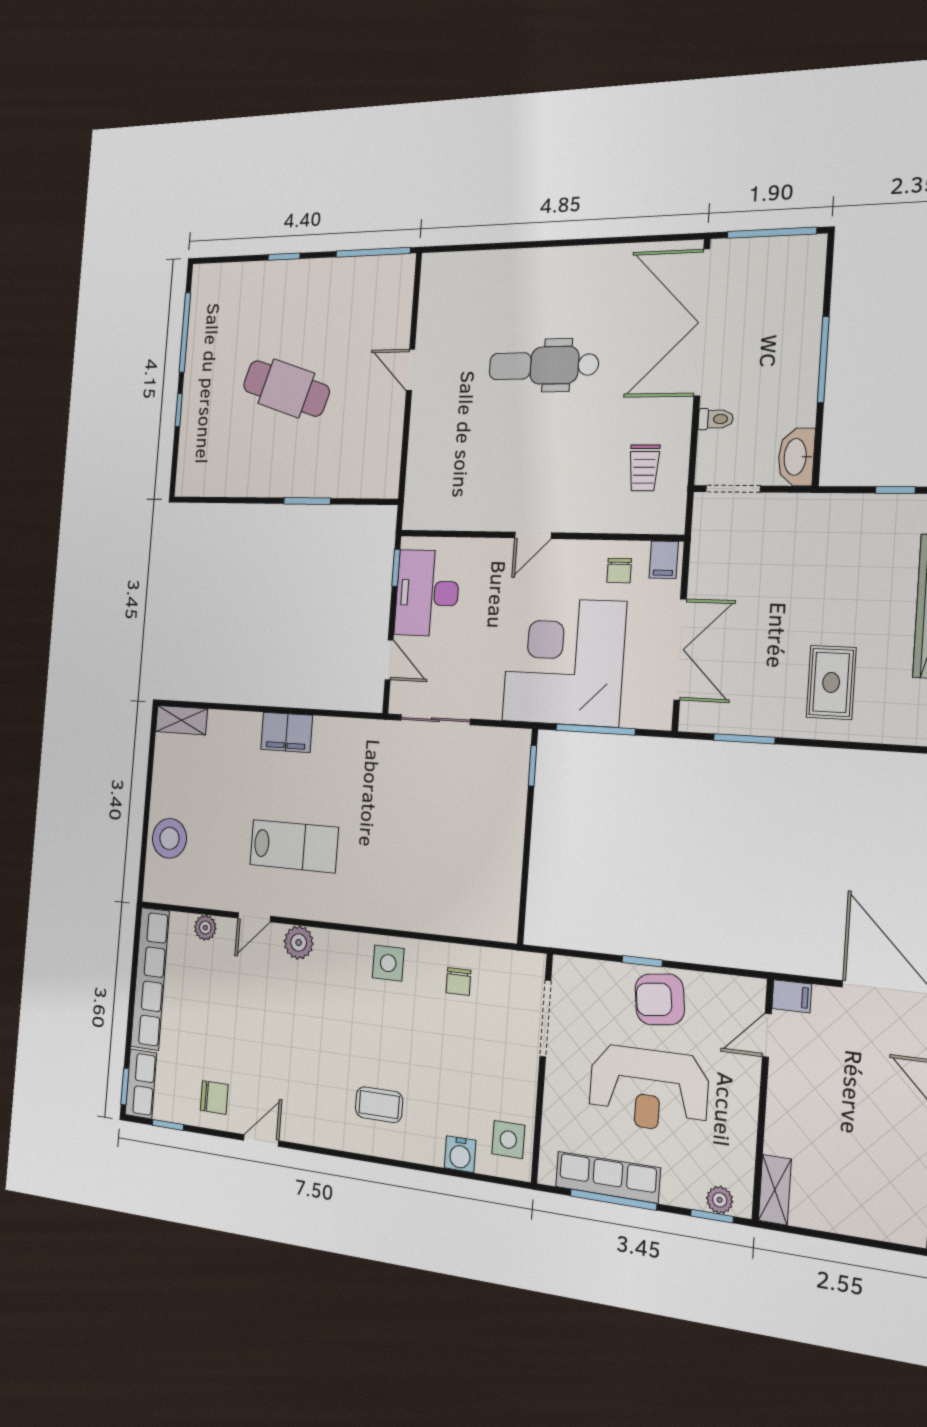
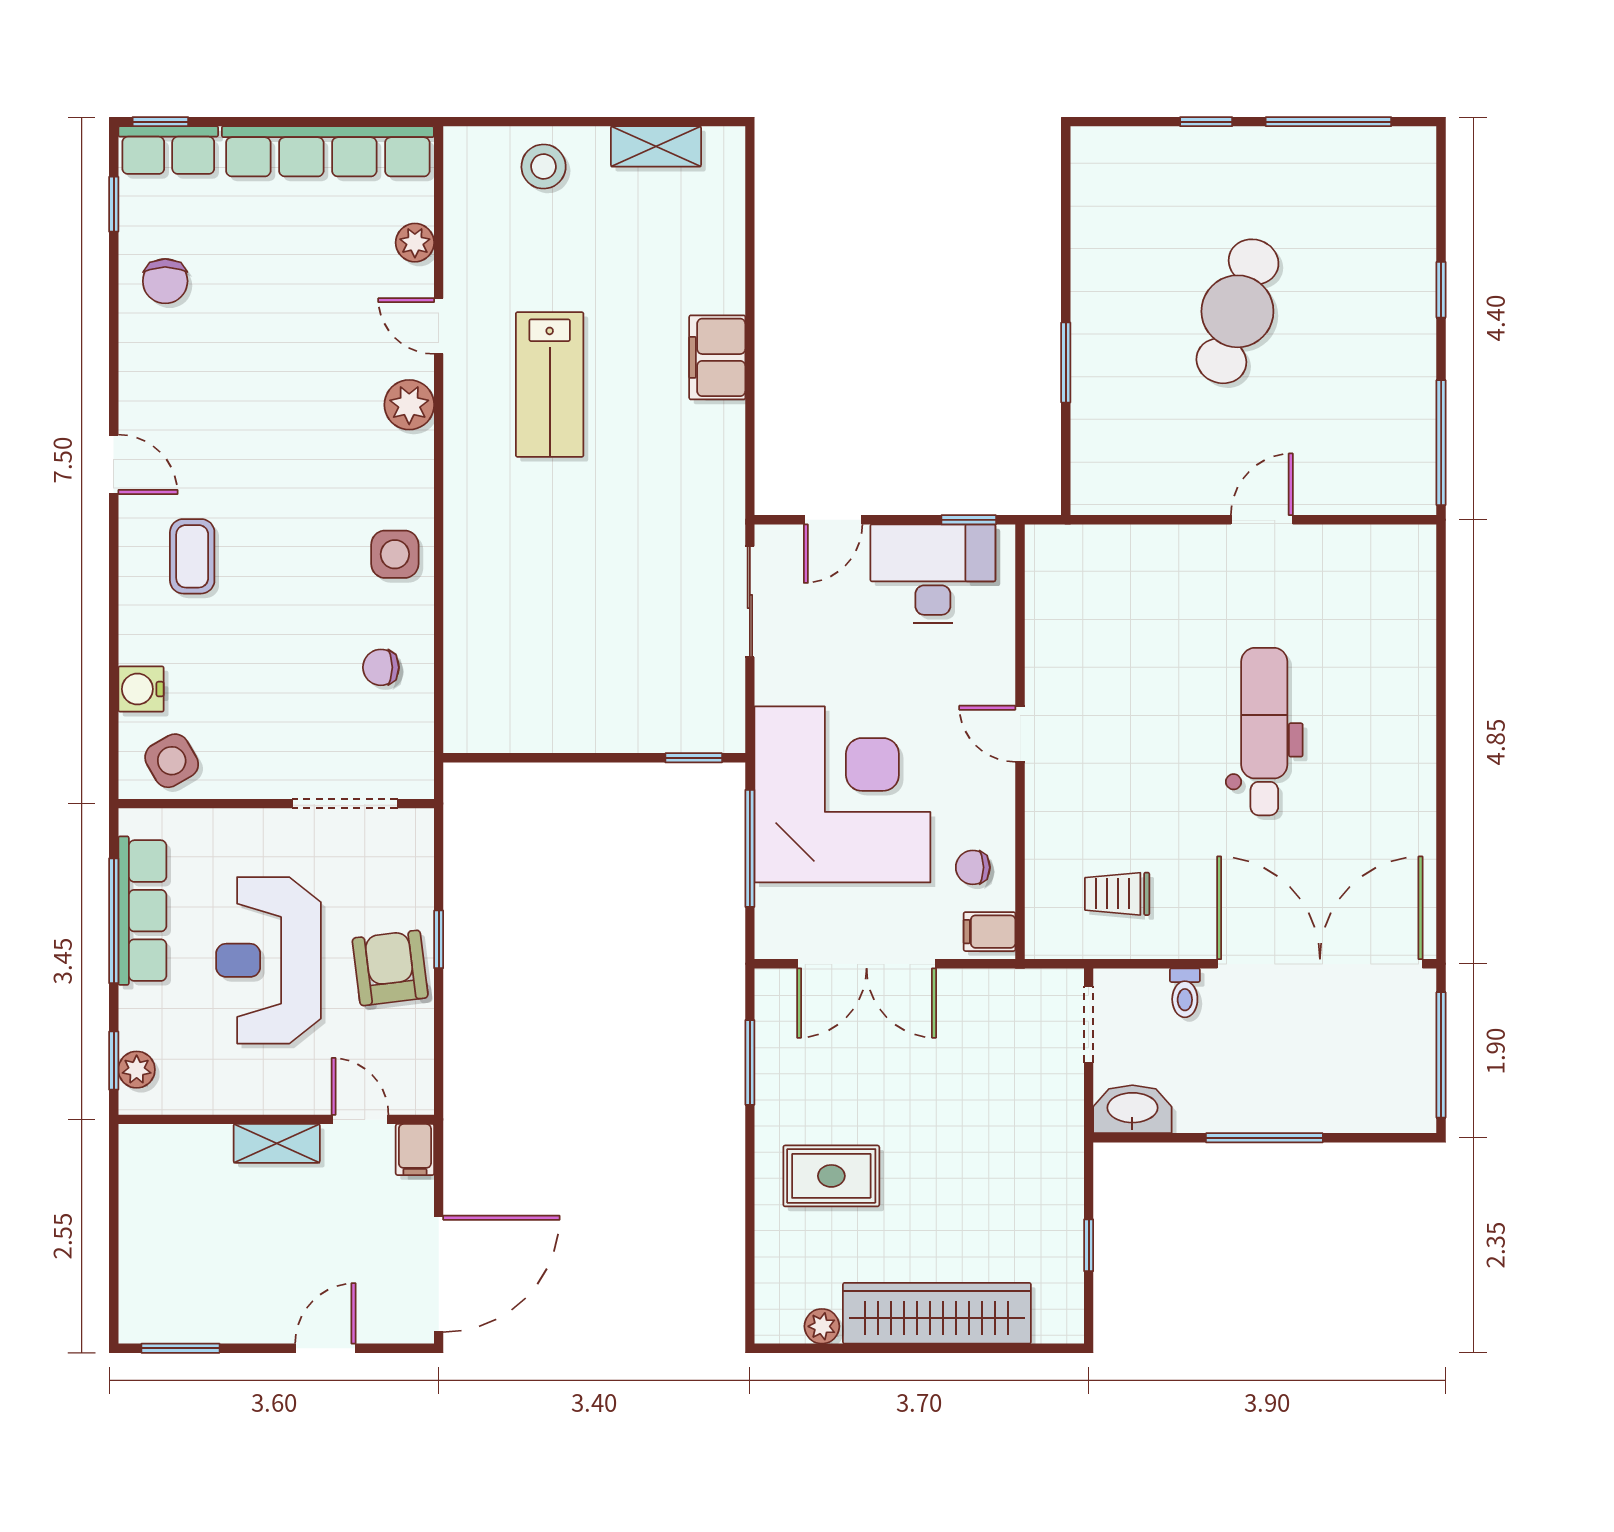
shelving: (181, 720) -> (656, 146), moved, turned 90
stool: (169, 838) -> (544, 167), width x0.73, depth x0.73
side table: (508, 1140) -> (172, 761), turned -30
door: (261, 1141) -> (114, 464), moved
shelving: (775, 1190) -> (277, 1143), moved

